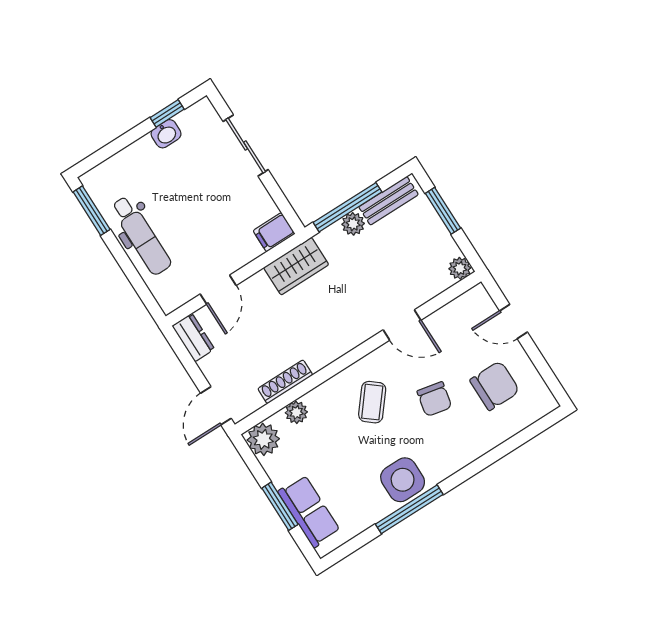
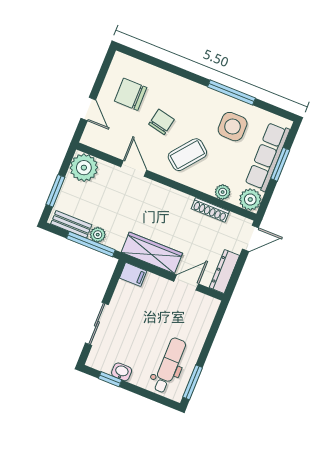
dental chair: (141, 236) -> (169, 365), moved
wardrobe: (296, 266) -> (152, 253), width x1.50
plant: (460, 268) -> (84, 168), width x1.88, depth x1.88
dresser: (193, 337) -> (224, 272), width x1.44
coffee table: (372, 402) -> (187, 155), width x1.36, depth x1.30
side table: (403, 480) -> (233, 127), moved
row of seats: (309, 511) -> (268, 157), width x1.48

